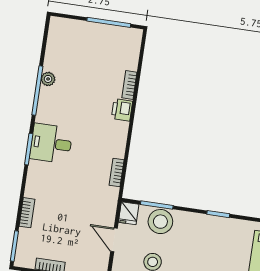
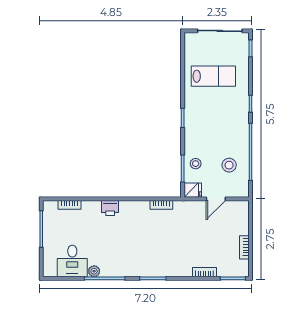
bookcase: (129, 85) -> (70, 205), moved
desk: (51, 143) -> (72, 261), moved
stool: (160, 222) -> (196, 164), width x0.53, depth x0.53

